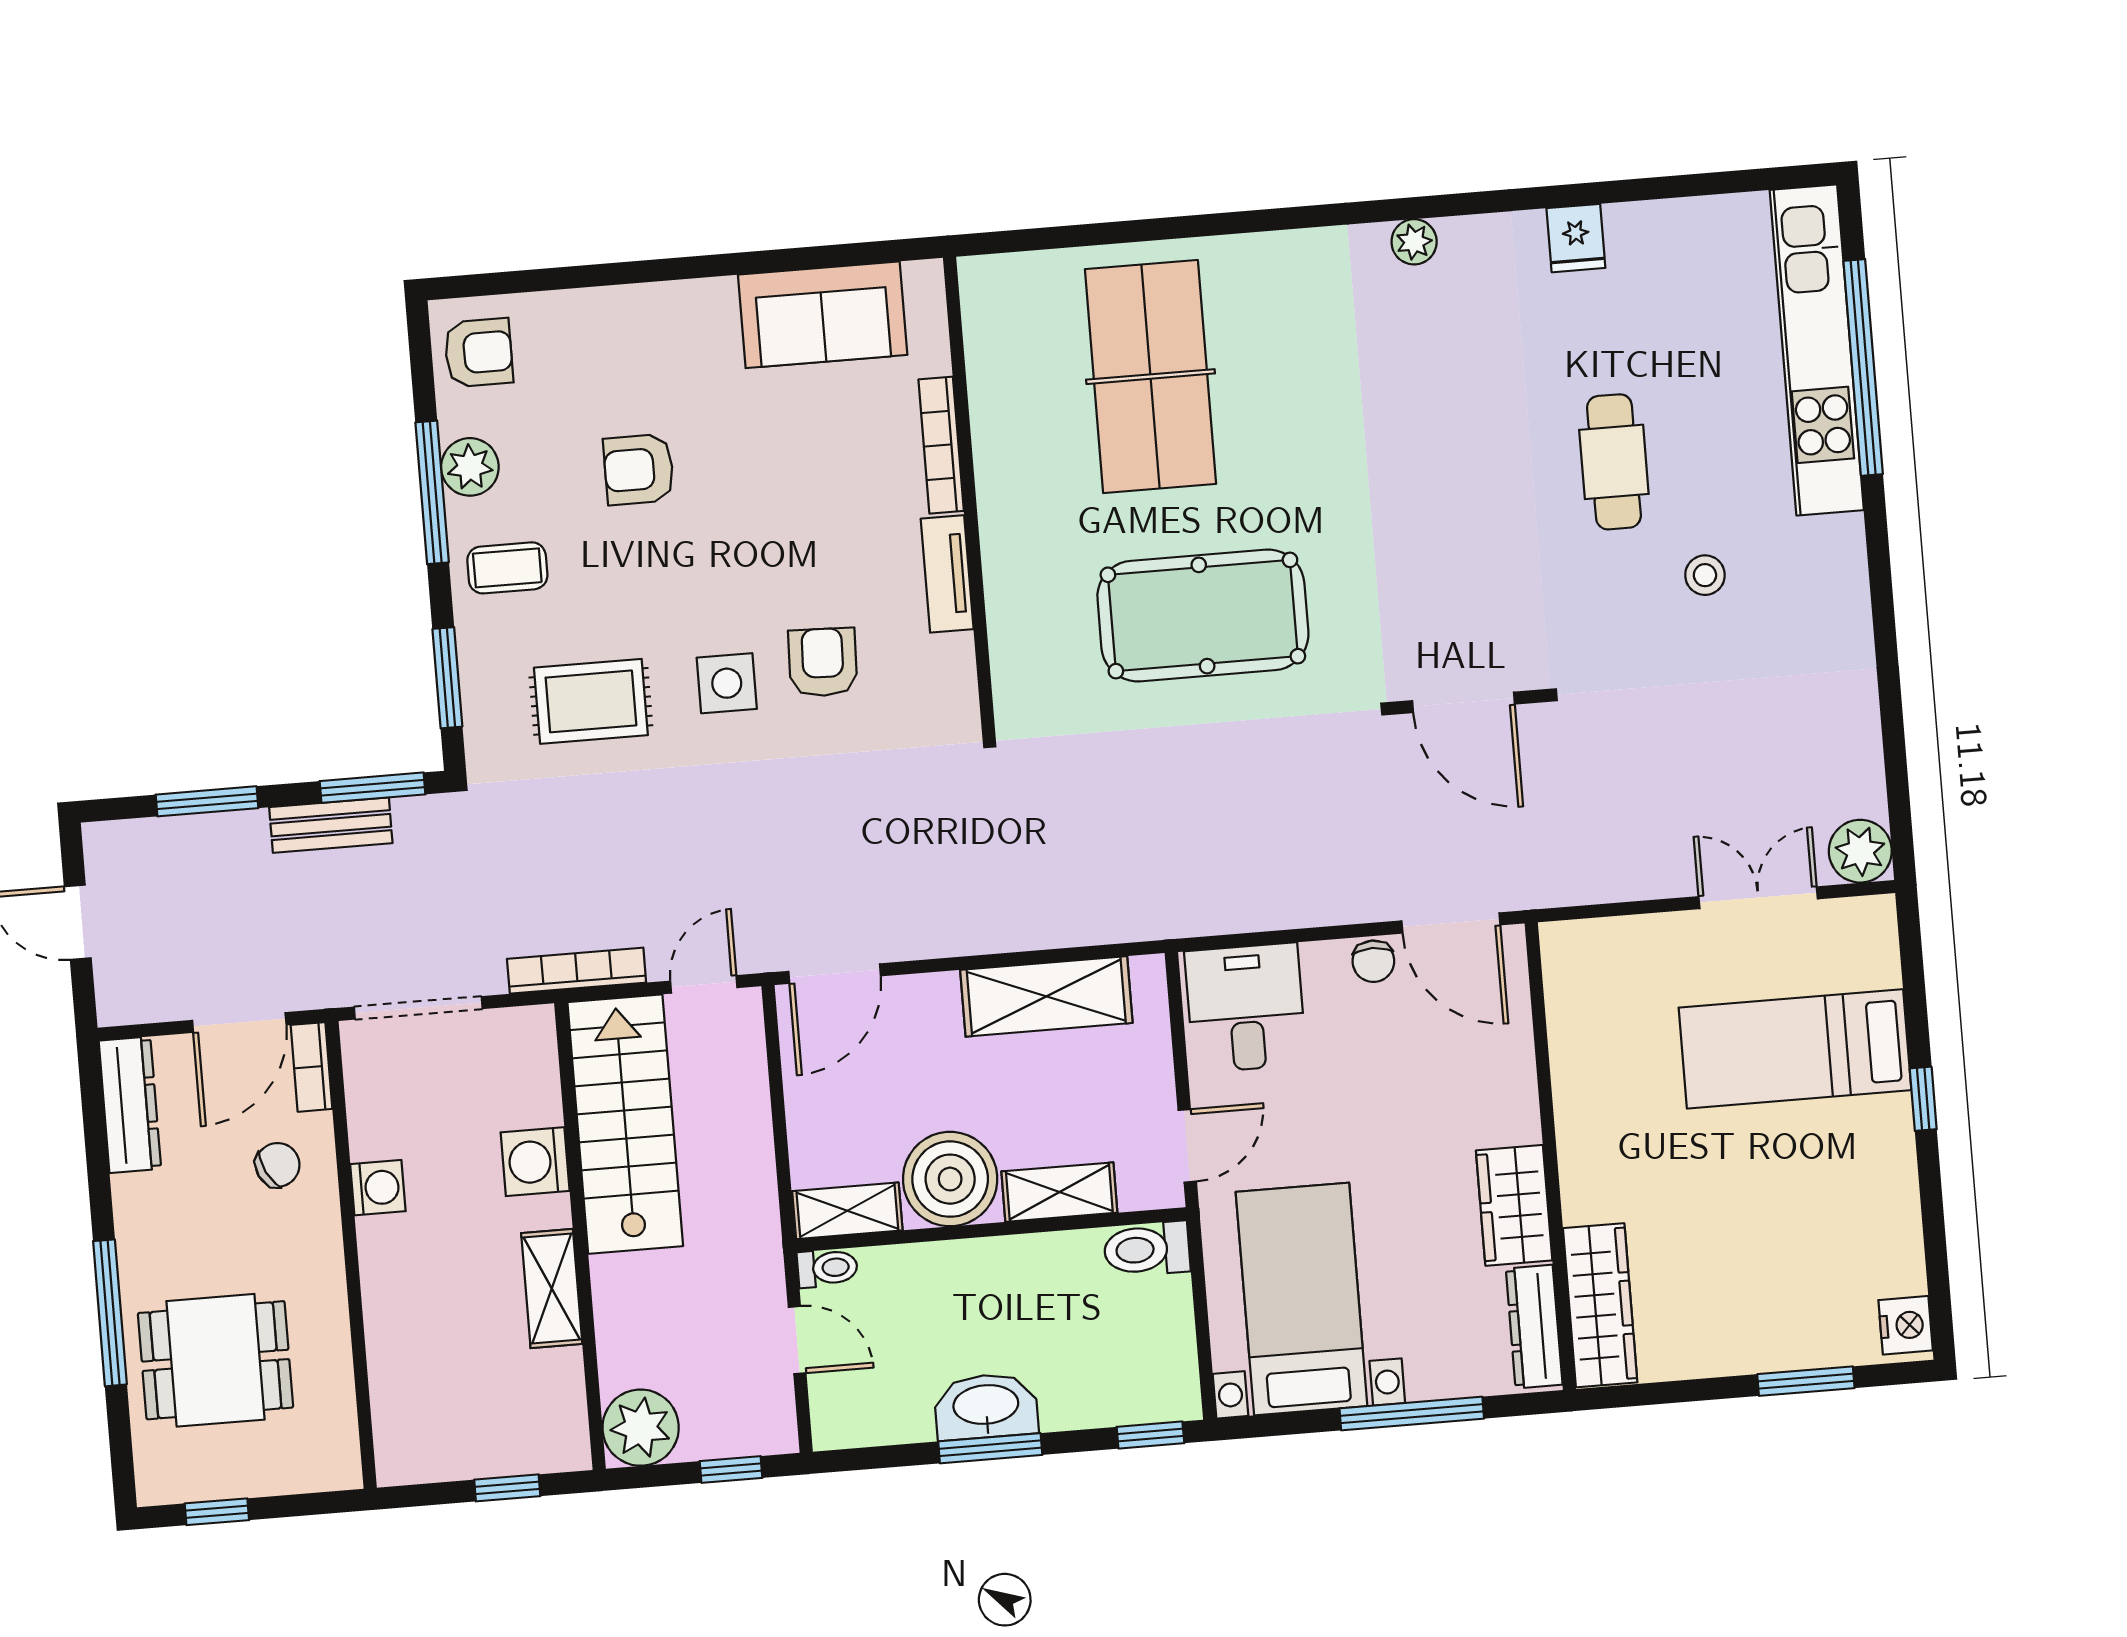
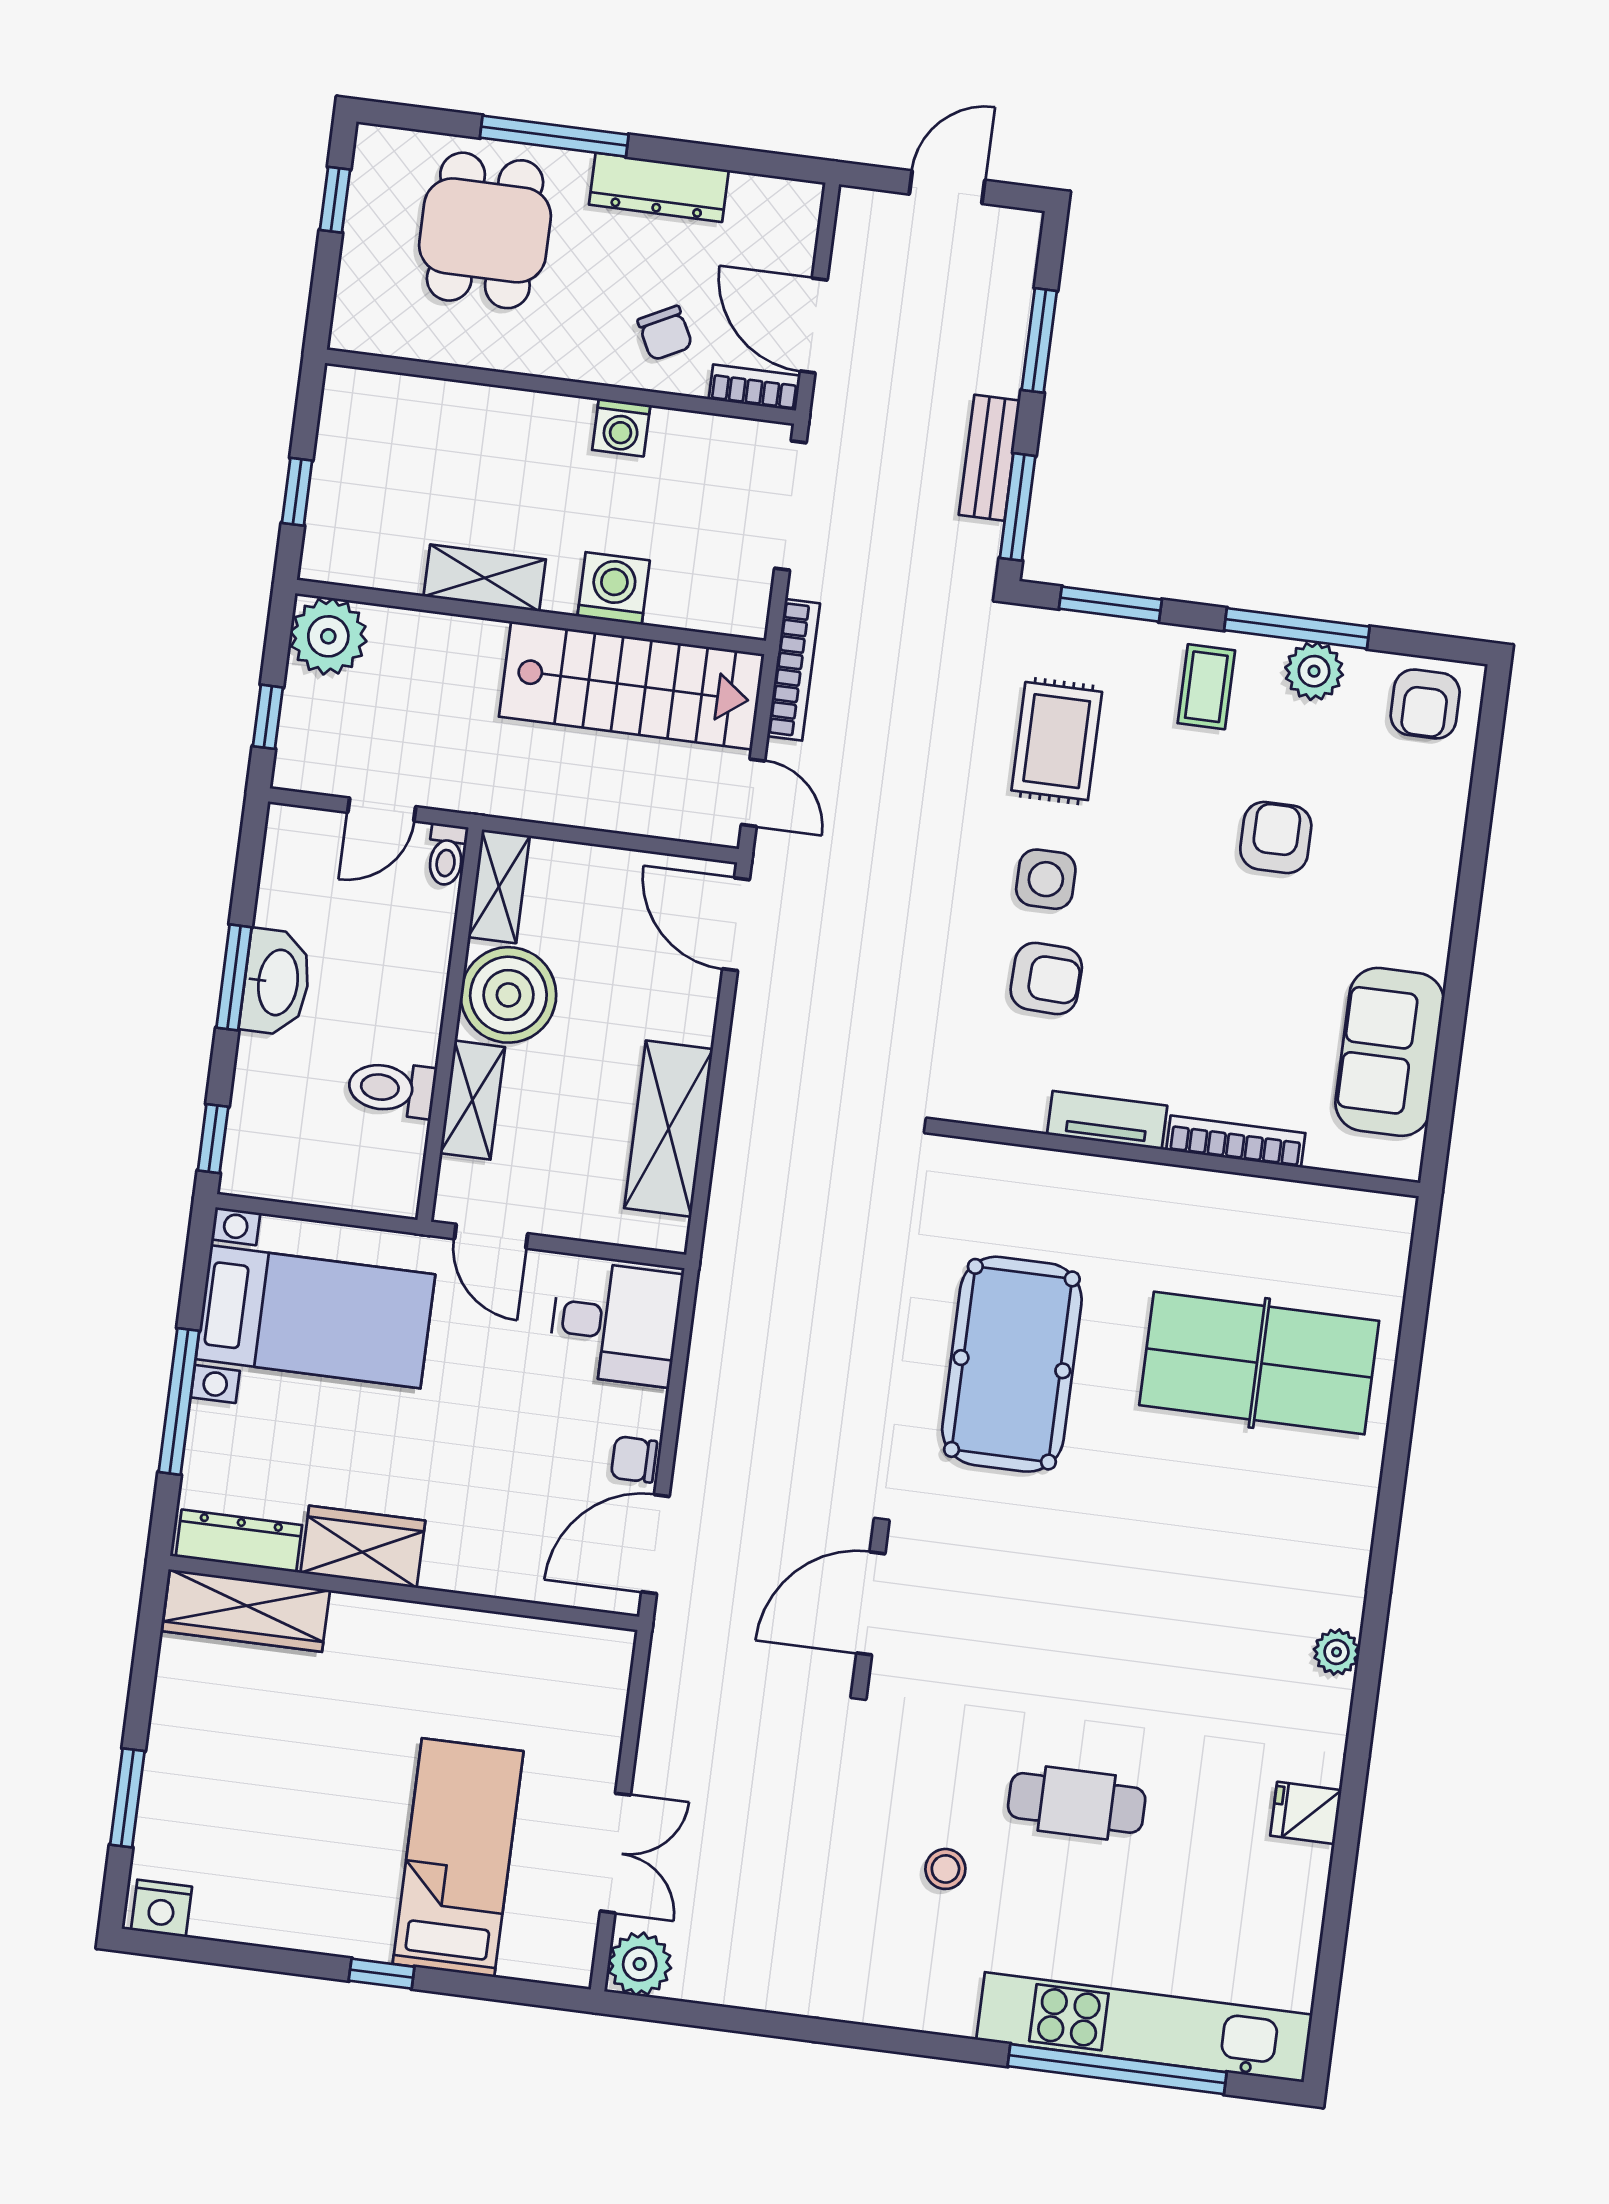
dresser: (130, 1105) -> (659, 187), moved
toilet: (1147, 1249) -> (392, 1089), moved, turned -90

